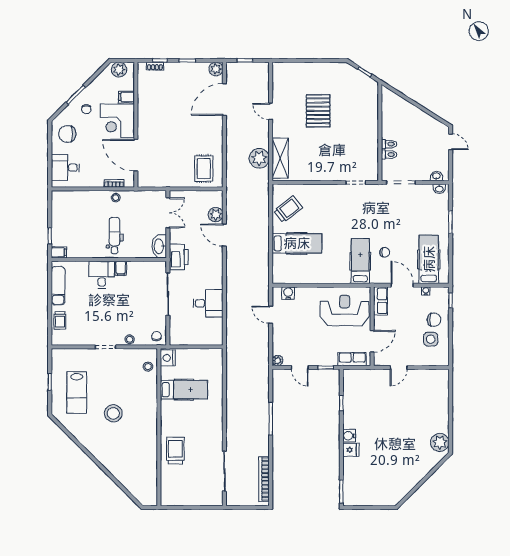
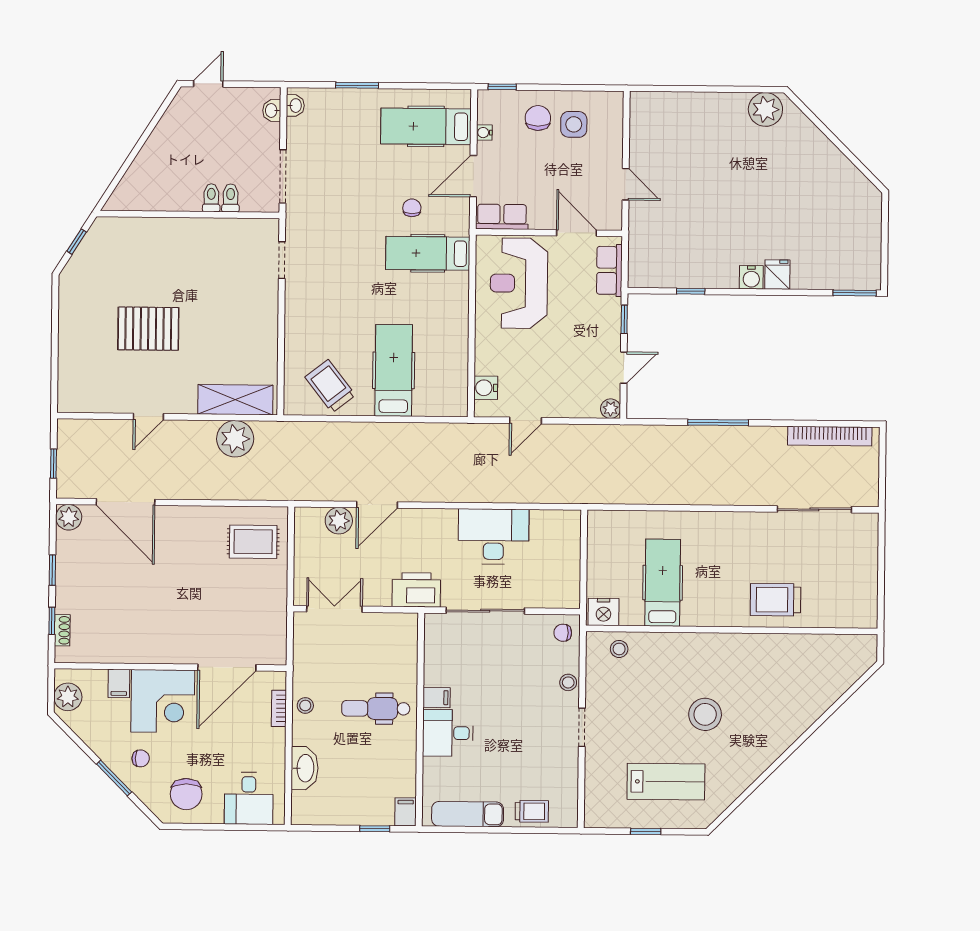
washbasin: (159, 246) -> (305, 768), moved, turned -90
desk: (208, 303) -> (493, 536), width x1.37

